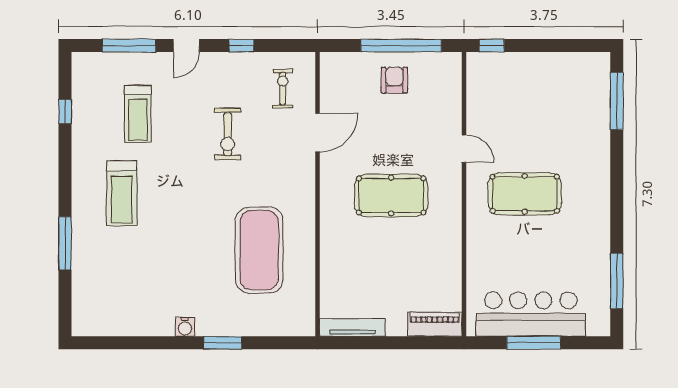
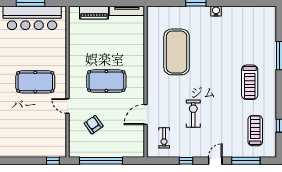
armchair: (394, 80) -> (94, 125), moved, turned 145
treadmill: (138, 114) -> (255, 131), moved
treadmill: (122, 193) -> (250, 82), turned 180
piano: (435, 324) -> (94, 13), moved

